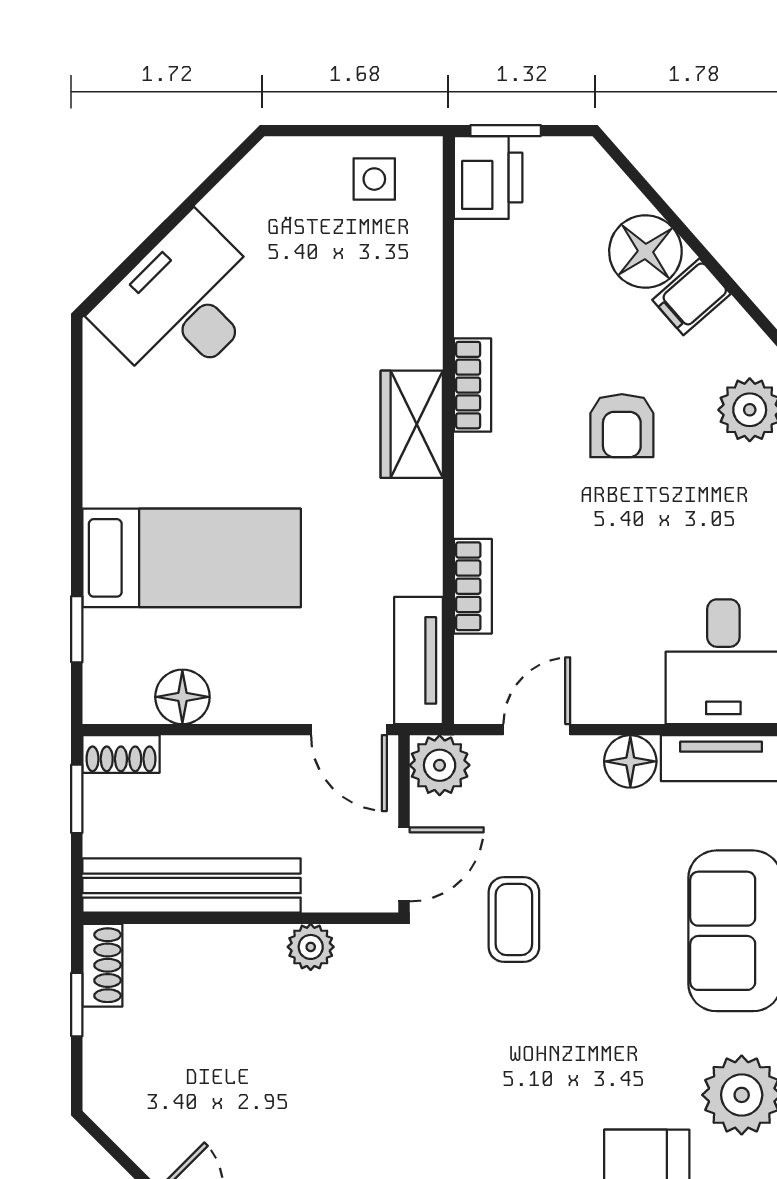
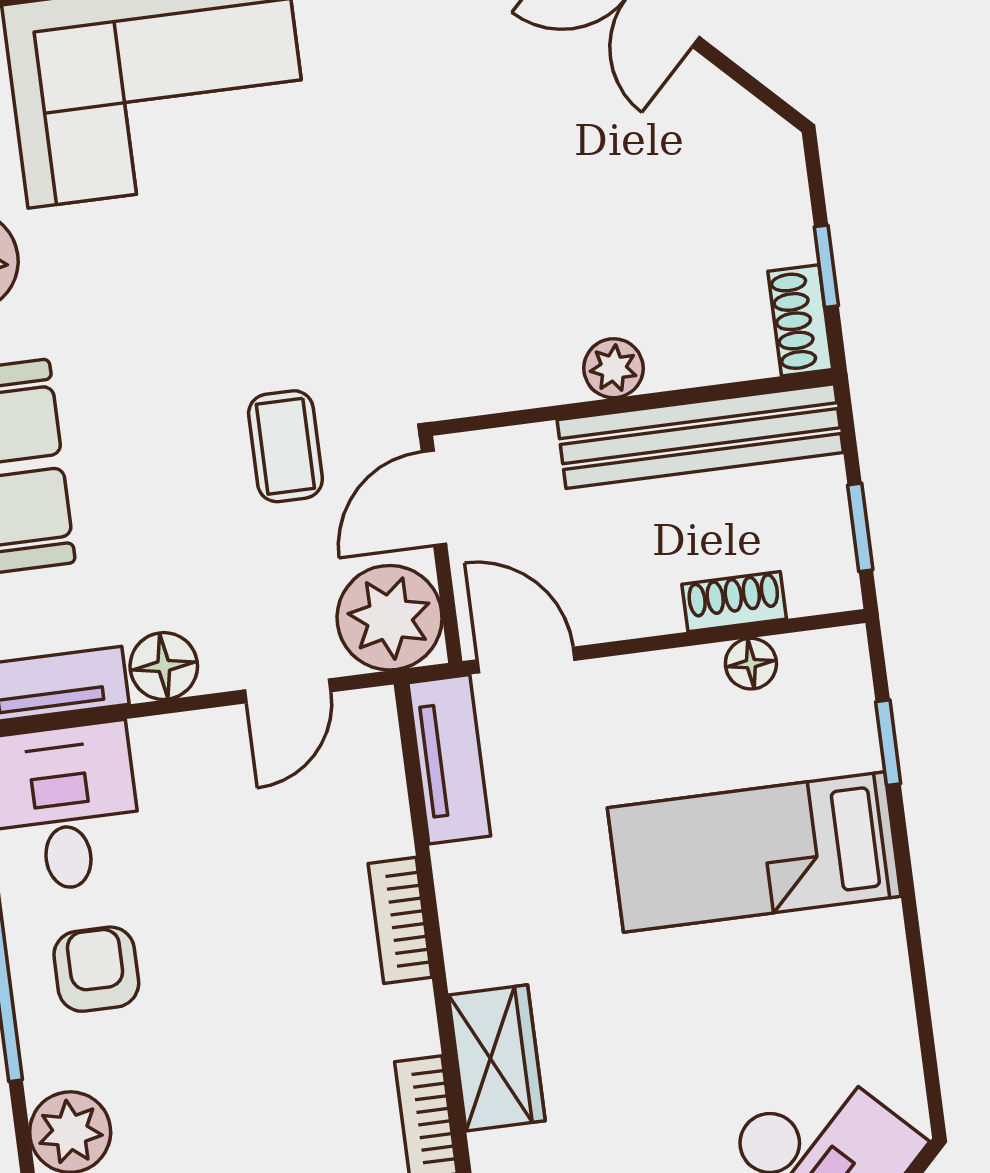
armchair: (622, 426) -> (96, 969), moved
bookcase: (473, 586) -> (400, 920), moved
floor lamp: (182, 697) -> (751, 664), width x0.73, depth x0.73
shoe rack: (121, 754) -> (734, 602), moved
plant: (440, 765) -> (390, 618), width x1.36, depth x1.36
plant: (311, 947) -> (613, 368), moved

